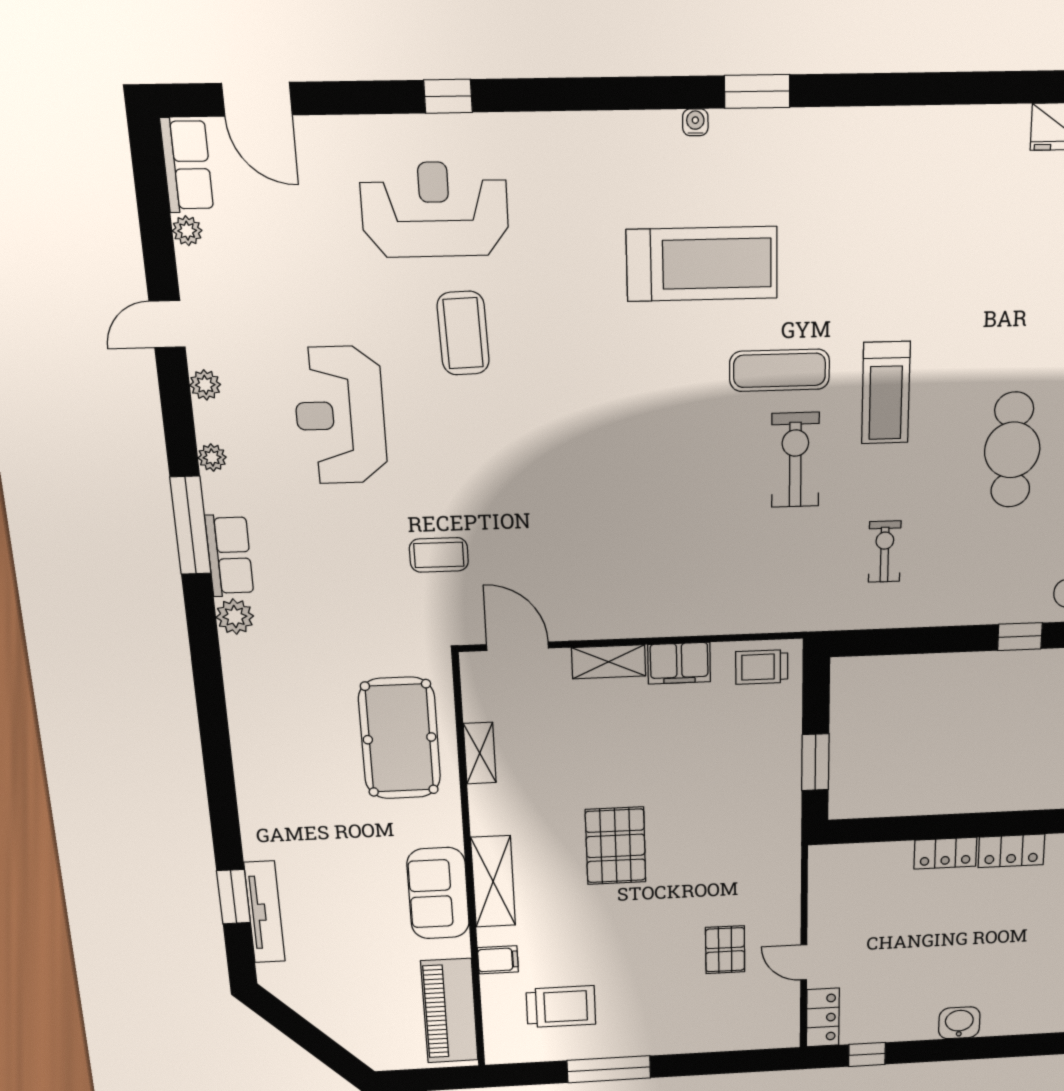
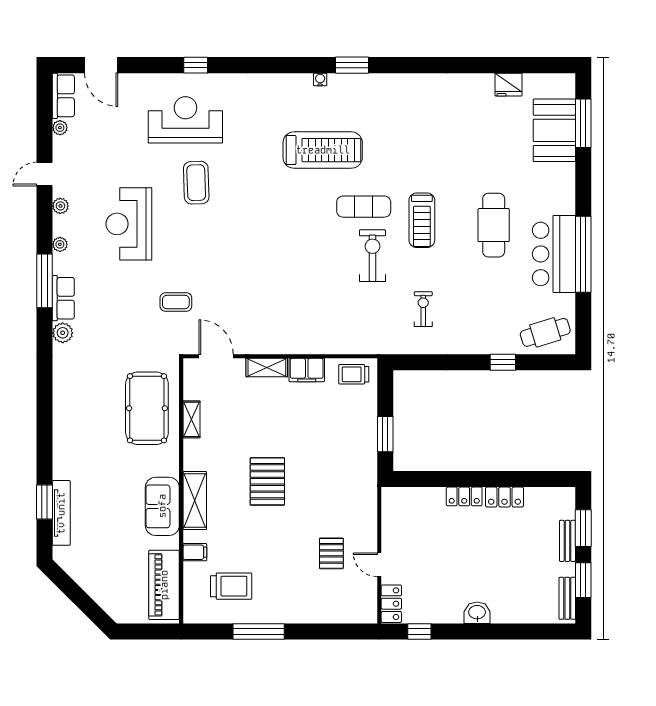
cafe table: (1012, 450) -> (494, 225), moved

